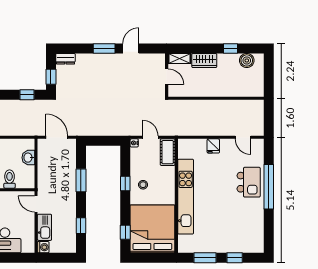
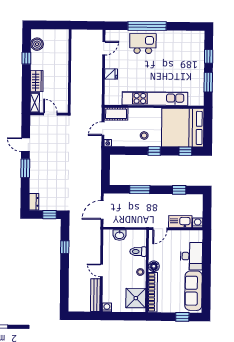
door: (167, 77) -> (50, 114), hinge flipped
window: (27, 95) -> (65, 247), moved
window: (125, 184) -> (154, 151), moved

